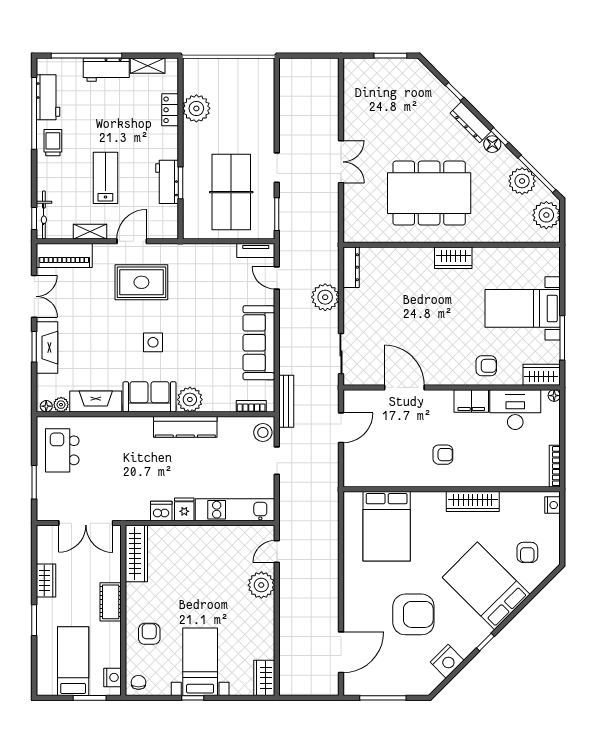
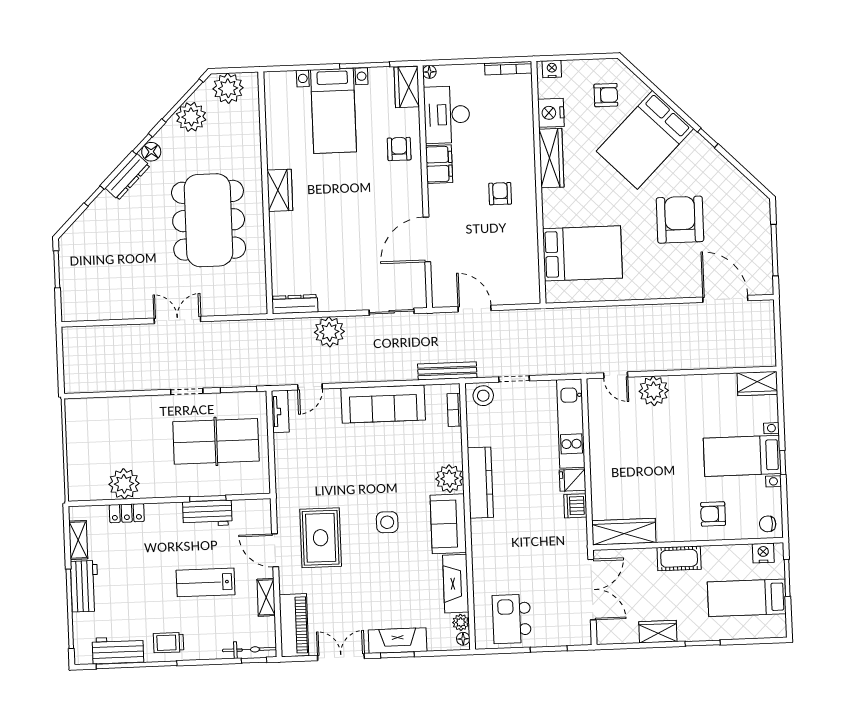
kitchen island: (62, 450) -> (512, 619), turned 90
nightstand: (447, 661) -> (551, 113), moved, turned -135

